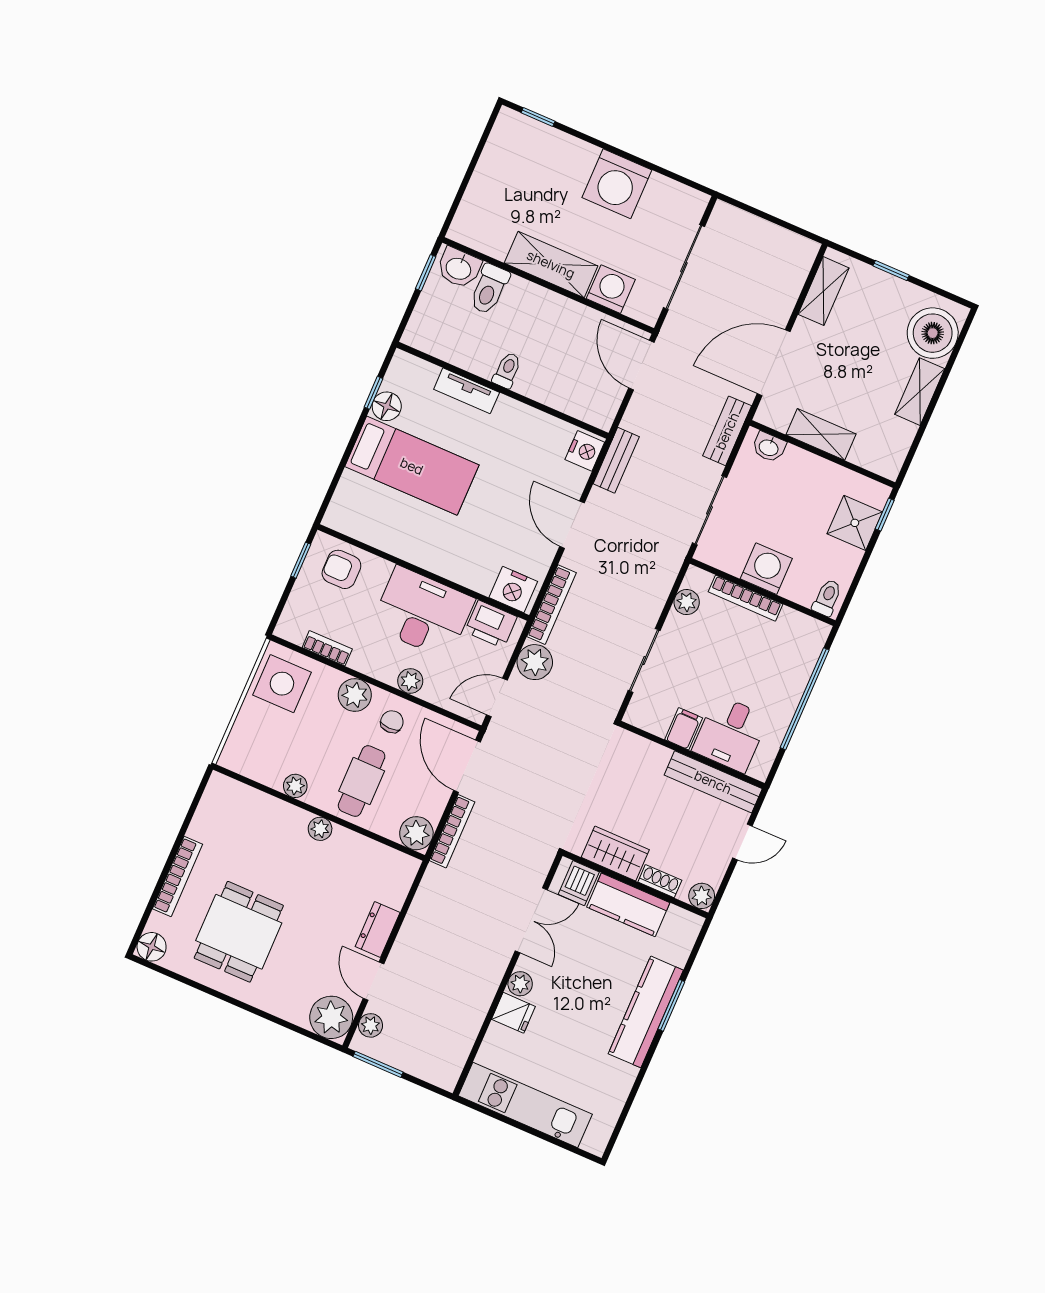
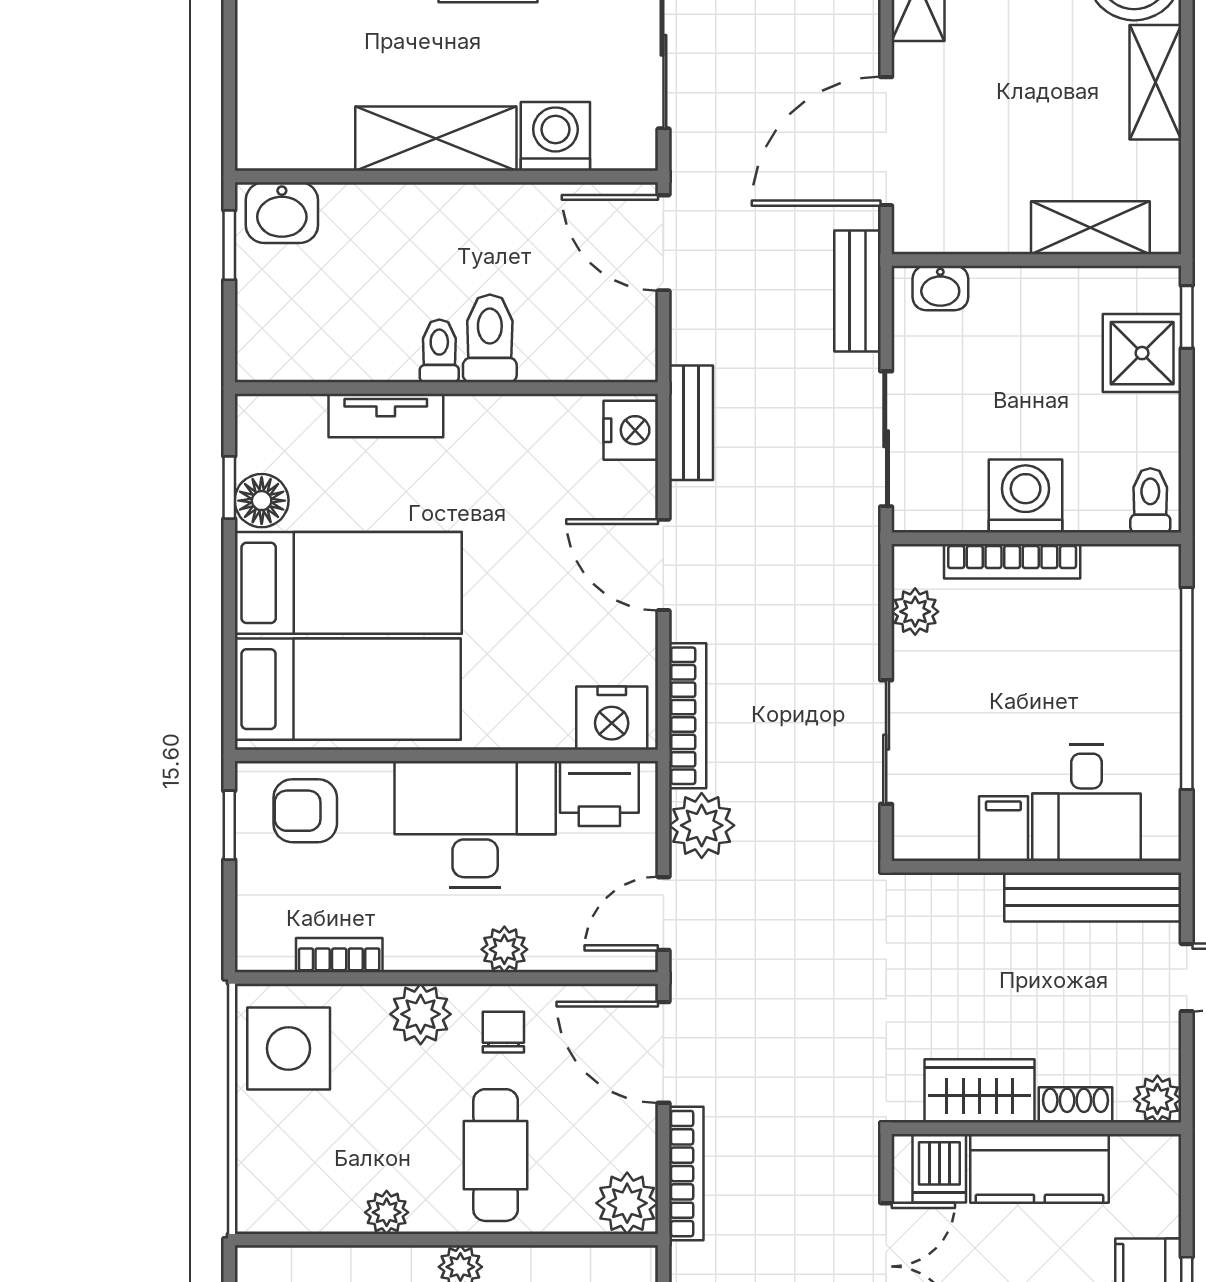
toilet: (489, 289) -> (490, 338), moved, turned 180
shelving: (821, 434) -> (1090, 228), moved
bed: (389, 518) -> (348, 689), added

